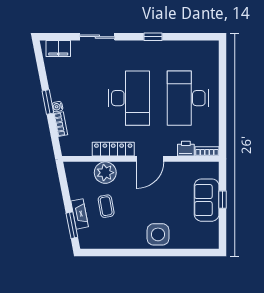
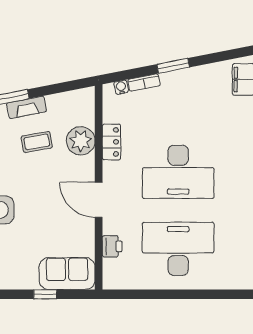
water cooler: (57, 107) -> (121, 87), moved
locker: (113, 149) -> (111, 142), width x0.66
bookcase: (207, 151) -> (109, 274), removed
sofa: (207, 200) -> (67, 274), moved

